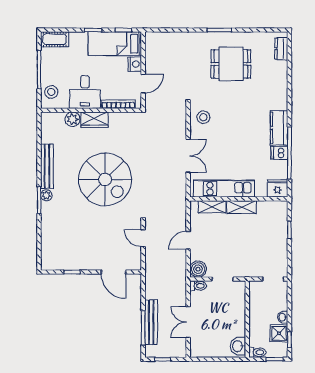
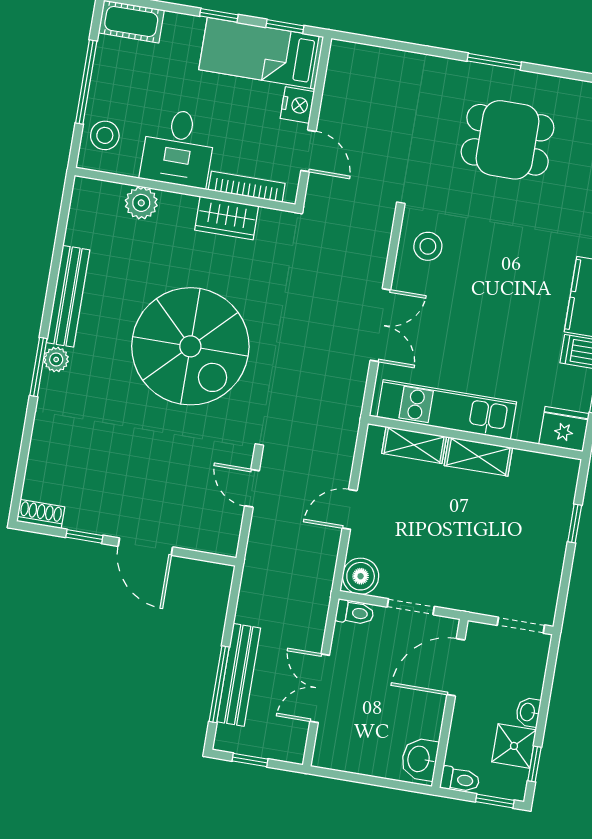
door: (143, 84) -> (308, 151), hinge flipped
wardrobe: (94, 120) -> (227, 218), moved
shoe rack: (51, 265) -> (41, 514), added
door: (113, 272) -> (145, 547), moved
door: (247, 303) -> (456, 667), added

